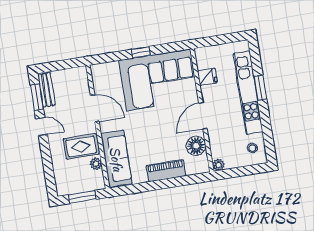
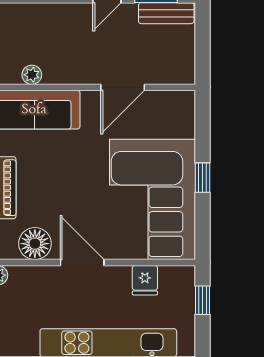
window: (214, 41) -> (203, 300), added
rug: (81, 146) -> (64, 55), removed
stool: (252, 148) -> (17, 335), removed

